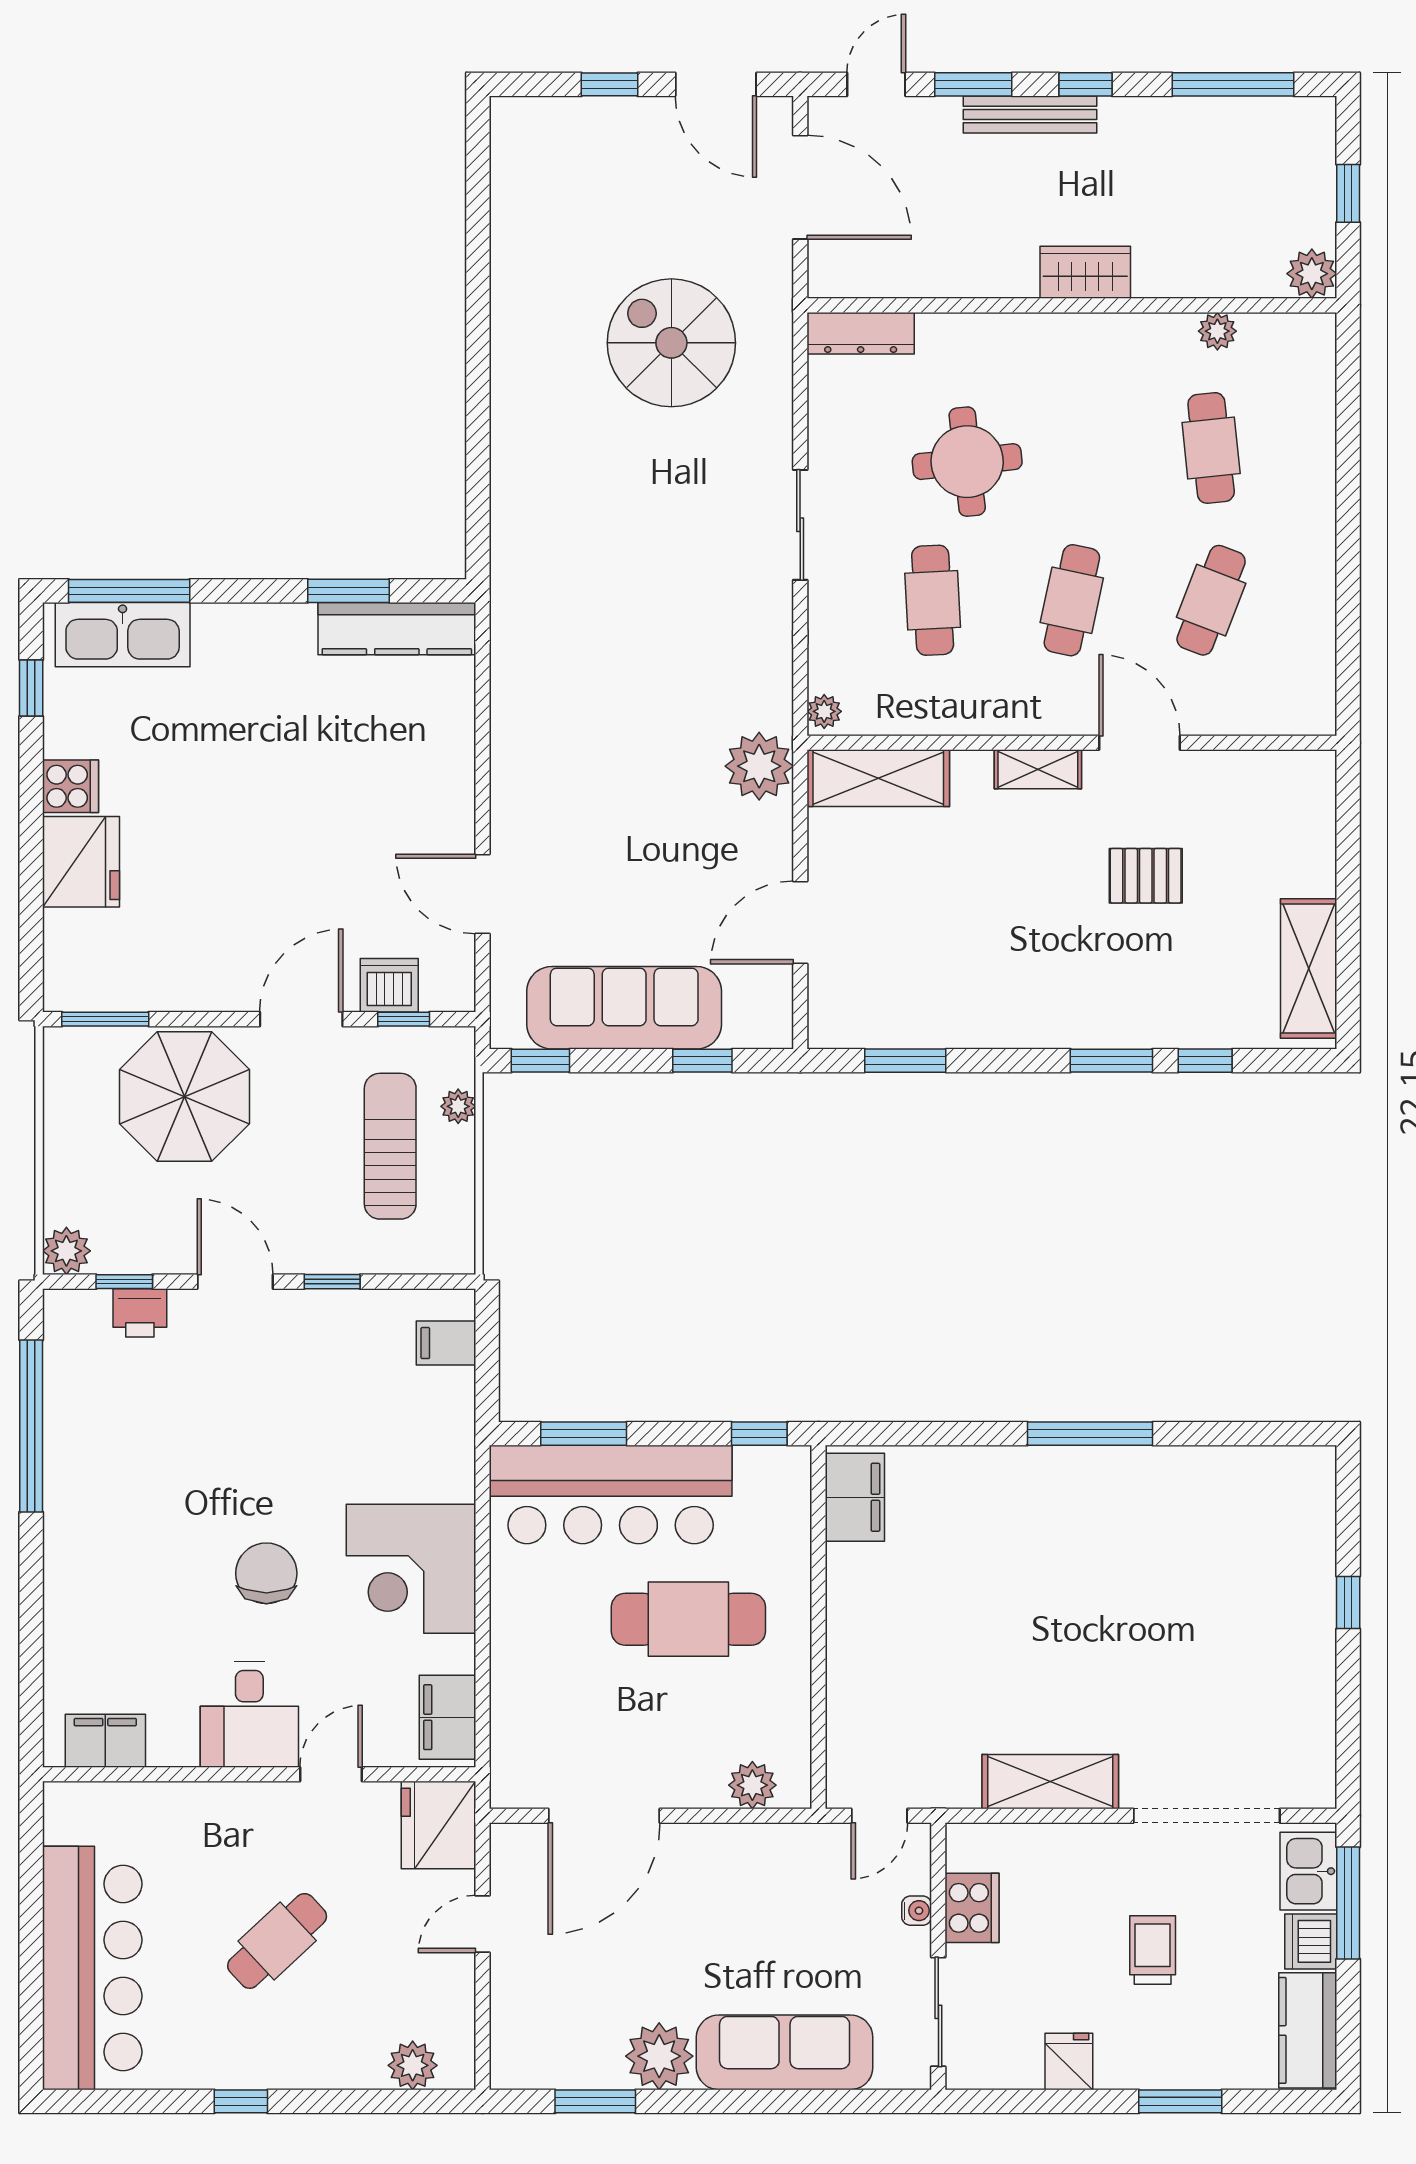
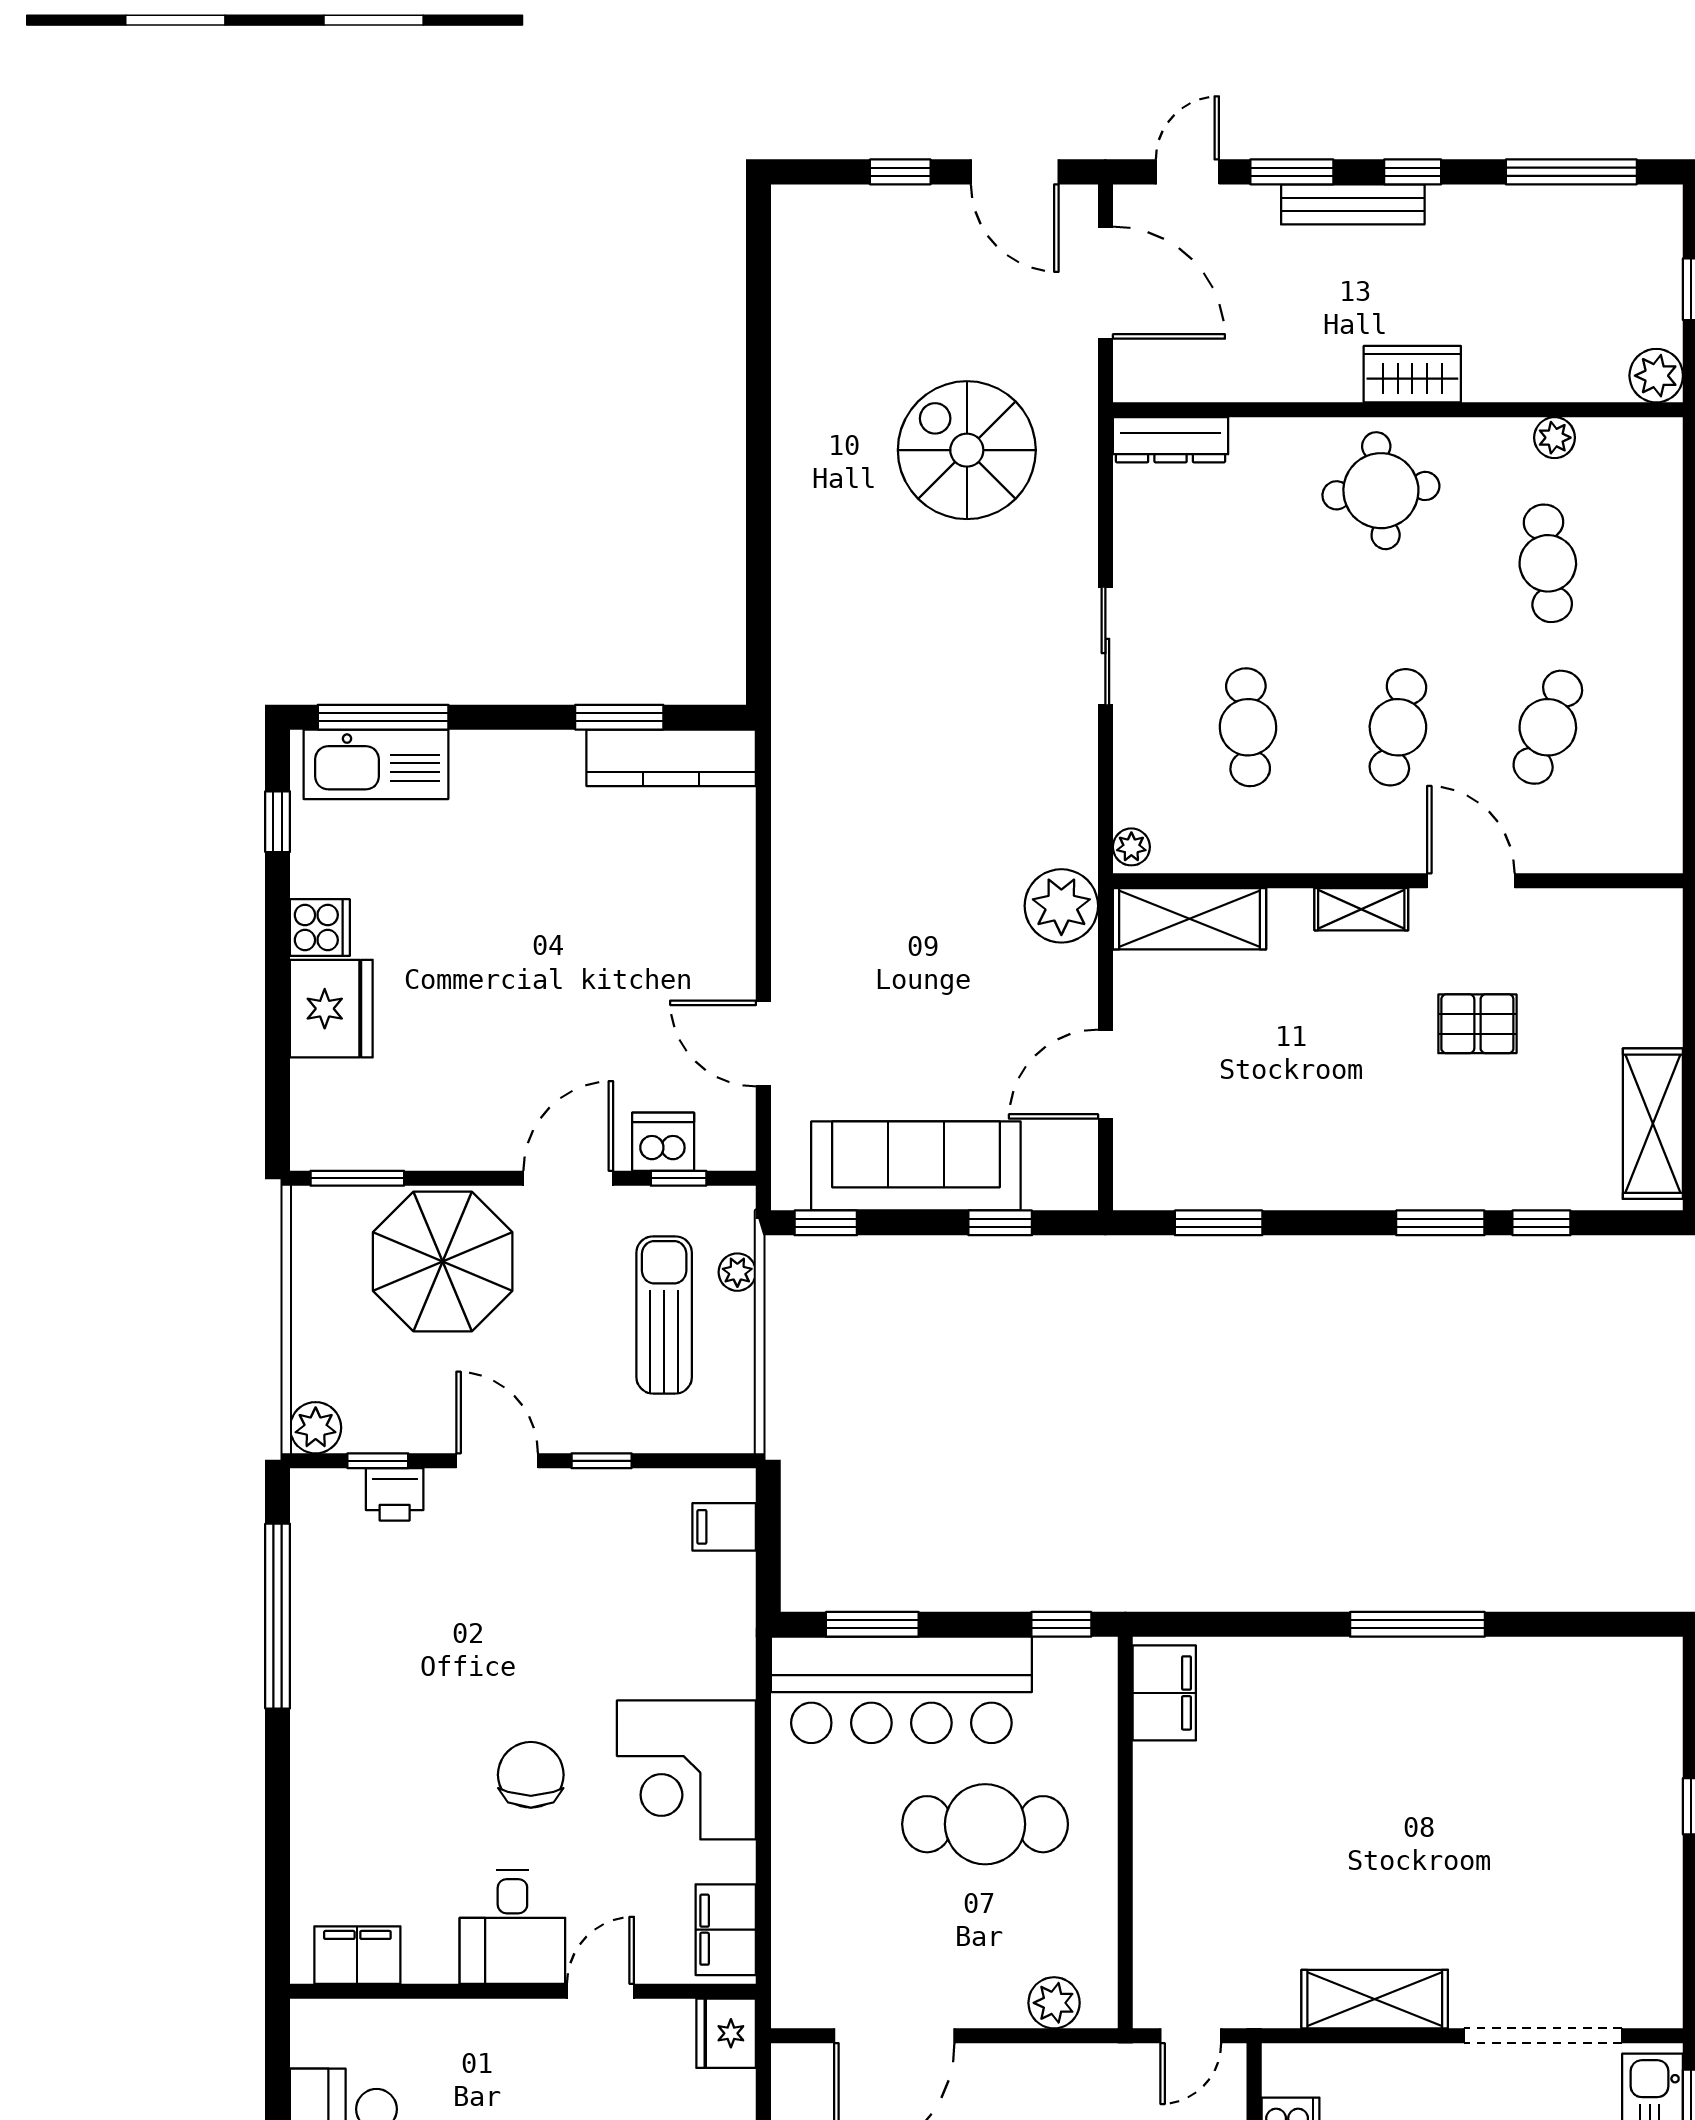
round table: (967, 462) -> (1381, 491), moved
fridge: (438, 1825) -> (726, 2033), width x0.73, depth x0.75

